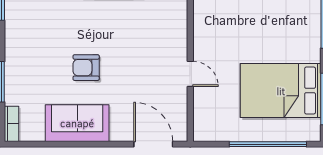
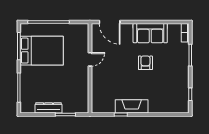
armchair: (86, 68) -> (145, 63), turned -90
door: (190, 74) -> (90, 59), swing flipped

